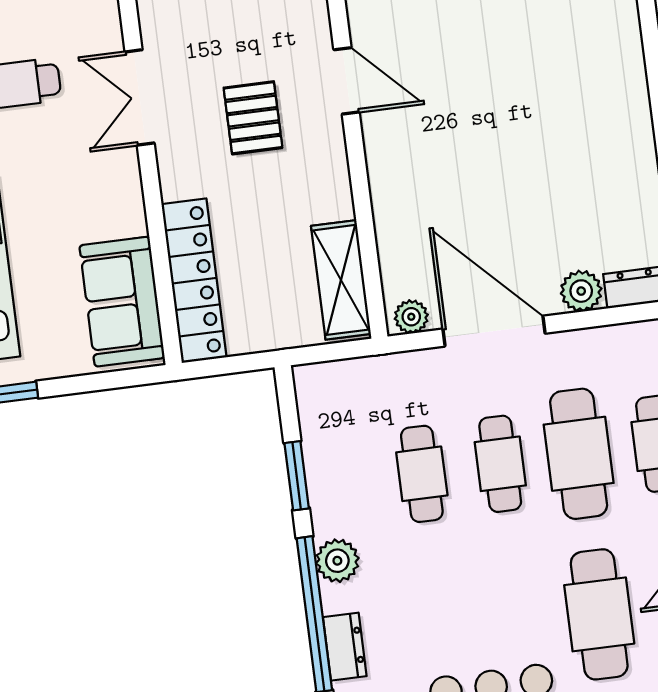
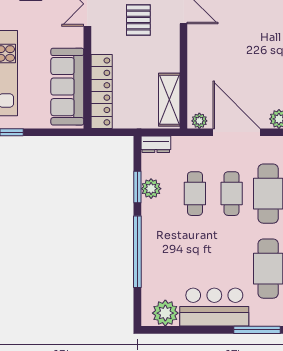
sofa: (122, 302) -> (67, 87), width x1.36
plant: (337, 561) -> (151, 189), moved
dresser: (345, 647) -> (156, 144), moved, turned 90

